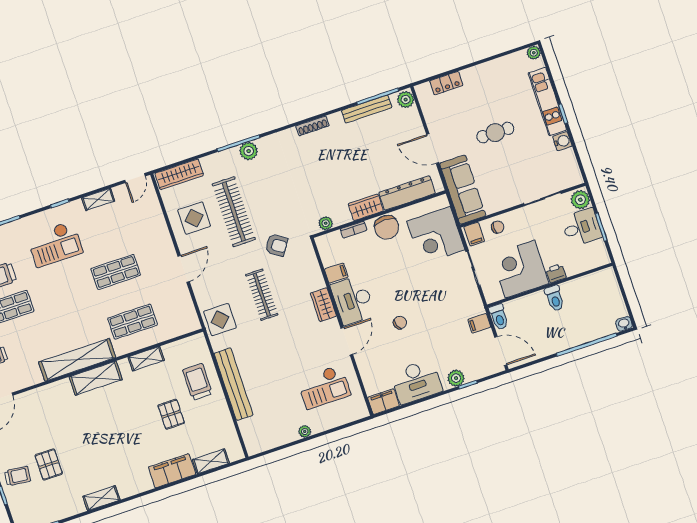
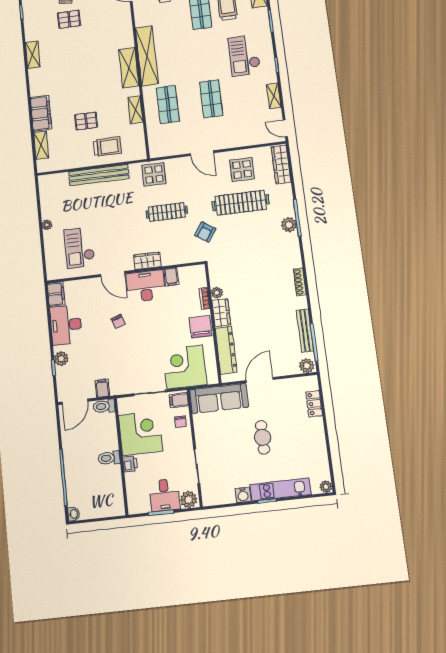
plant: (326, 223) -> (217, 293), moved
chair: (387, 227) -> (201, 327), turned 90

